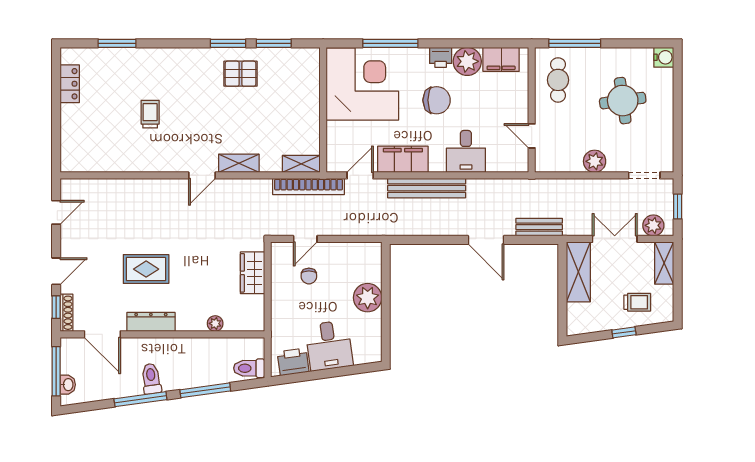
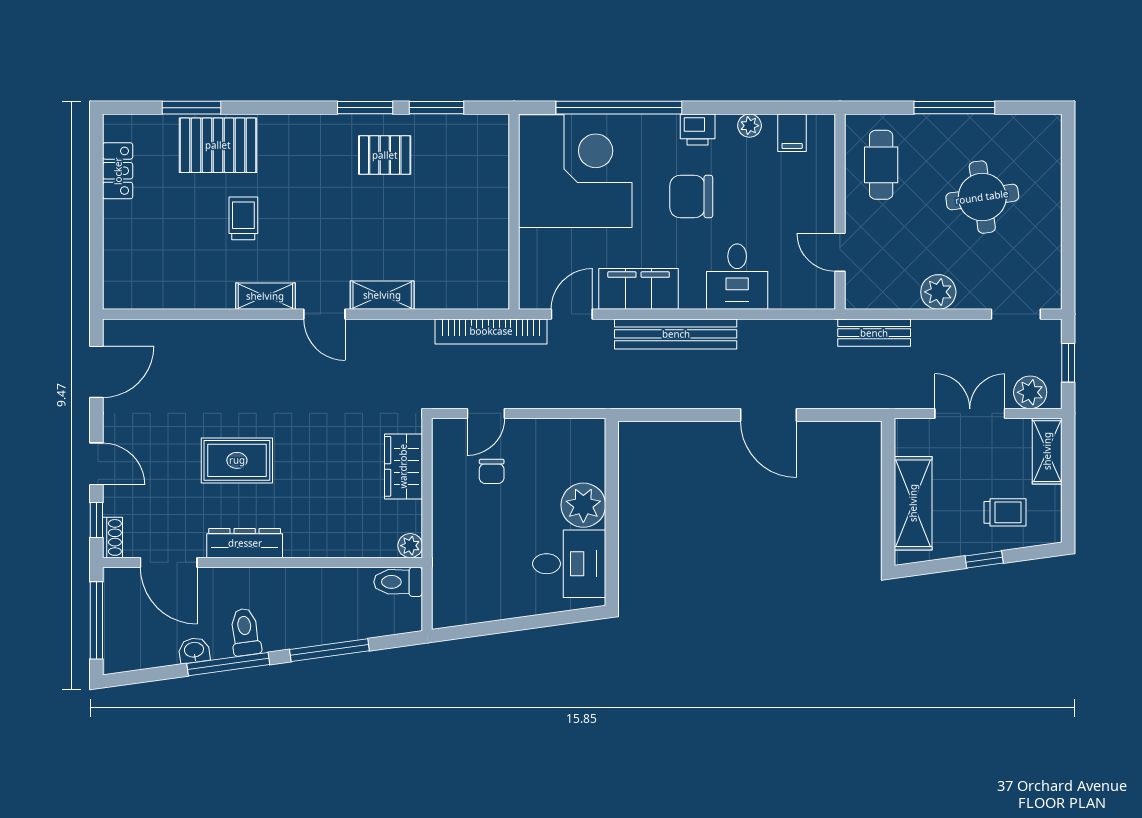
window: (390, 43) -> (619, 108), width x1.46
window: (575, 43) -> (954, 108), moved
water cooler: (664, 57) -> (1046, 129), removed
filing cabinet: (501, 59) -> (792, 133), width x0.50
plant: (467, 61) -> (750, 126), width x0.53, depth x0.53
pallet: (134, 67) -> (218, 145), added
chair: (437, 100) -> (691, 197), turned 180
shelving: (301, 164) -> (265, 296), moved
door: (202, 175) -> (324, 314), hinge flipped
door: (56, 212) -> (96, 372), width x1.38
bench: (539, 227) -> (874, 333), moved
door: (56, 271) -> (96, 464), hinge flipped
shelving: (578, 272) -> (913, 503), moved
shoe rack: (66, 313) -> (113, 537), width x0.70
plant: (215, 323) -> (410, 546), moved
desk: (329, 346) -> (569, 564), moved, turned -82
printer: (293, 362) -> (467, 606), removed
toilet: (249, 368) -> (398, 582), moved
washbasin: (68, 385) -> (194, 650), moved, turned -98

